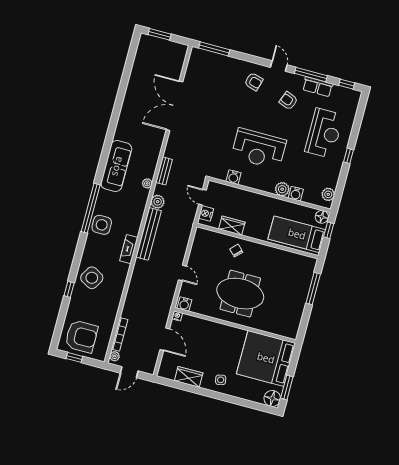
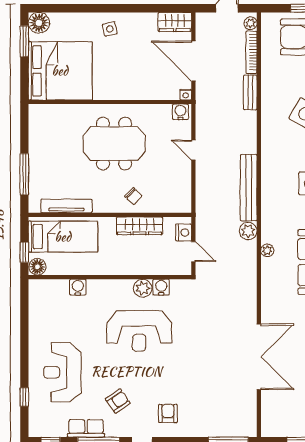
armchair: (254, 82) -> (168, 413), turned 74
armchair: (289, 101) -> (118, 401), turned -56
reception desk: (259, 149) -> (139, 331), turned 180
window: (348, 156) -> (24, 397), moved
bench: (164, 171) -> (250, 92), moved
plant: (282, 189) -> (143, 288), moved
plant: (328, 194) -> (37, 297), removed
wardrobe: (232, 226) -> (140, 226), width x1.50
fireplace: (129, 249) -> (268, 162), removed
tv unit: (288, 256) -> (66, 206), added
door: (165, 339) -> (193, 61), width x1.36
wardrobe: (189, 377) -> (175, 22), moved

